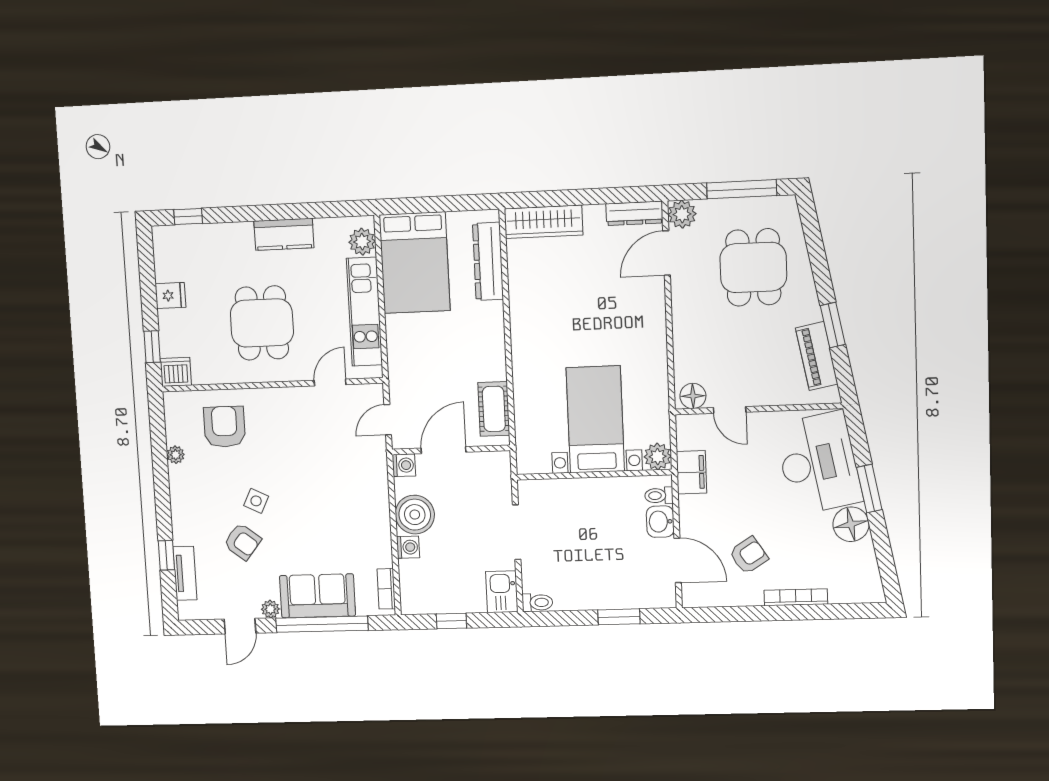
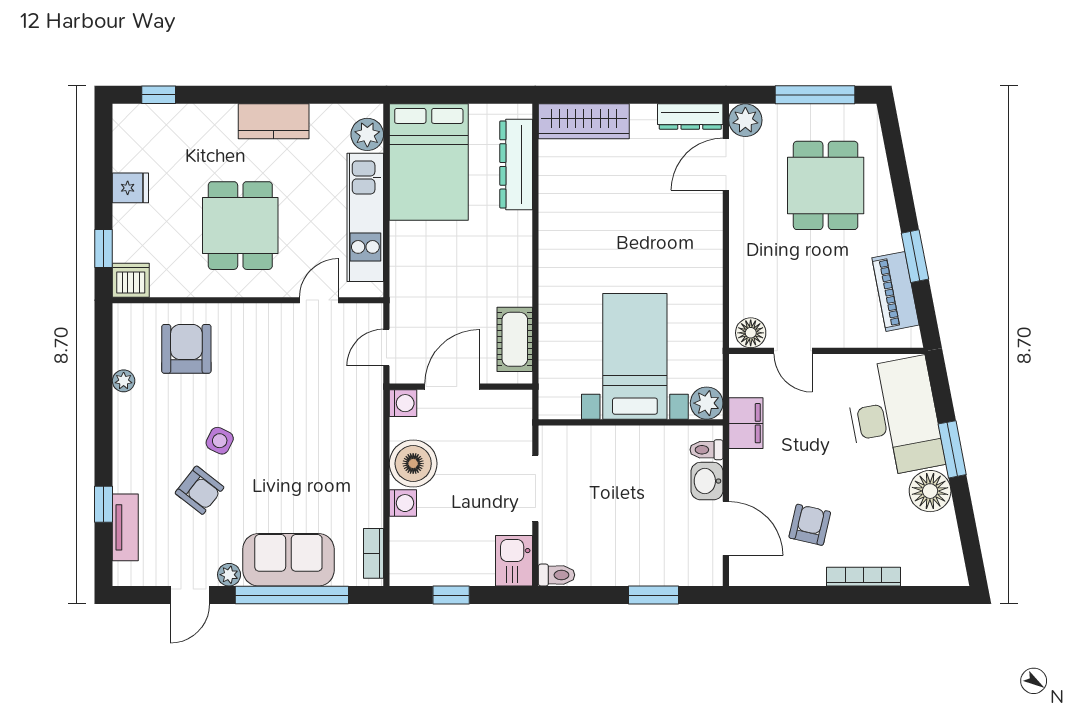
armchair: (749, 555) -> (810, 525), turned -44

